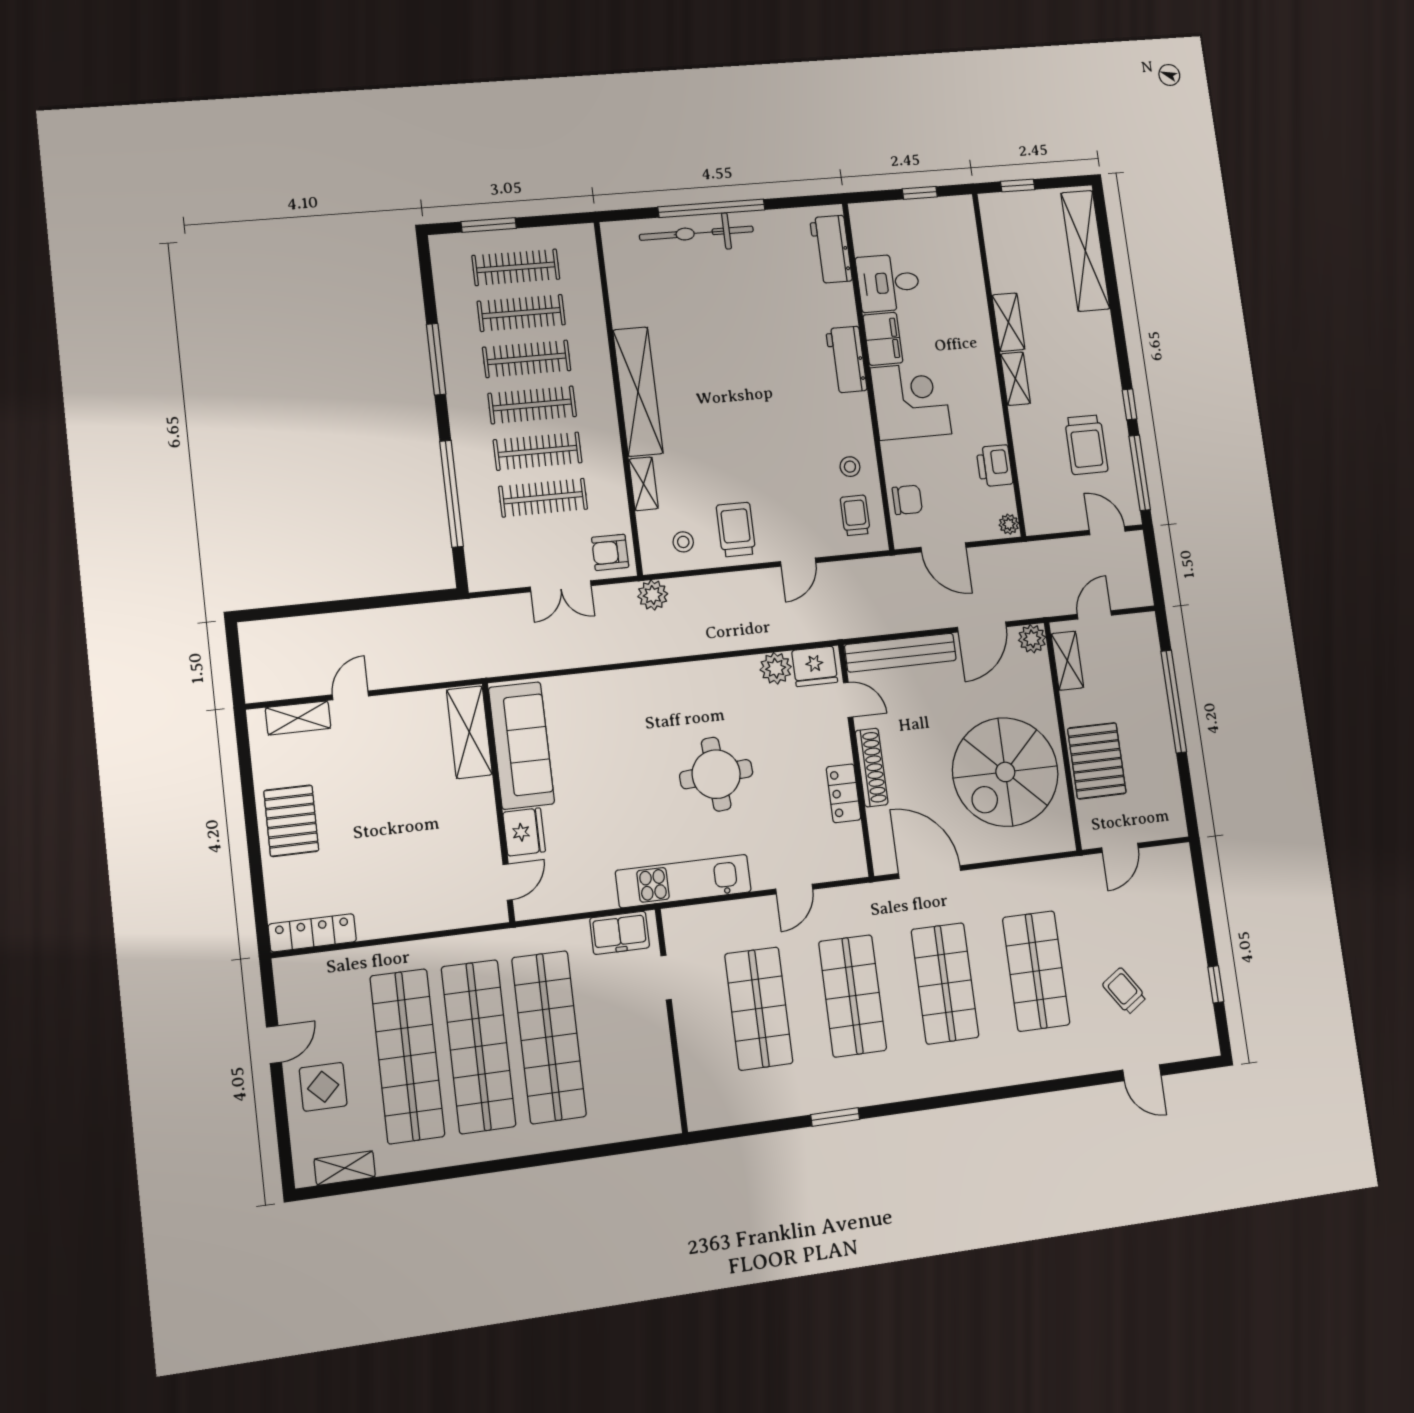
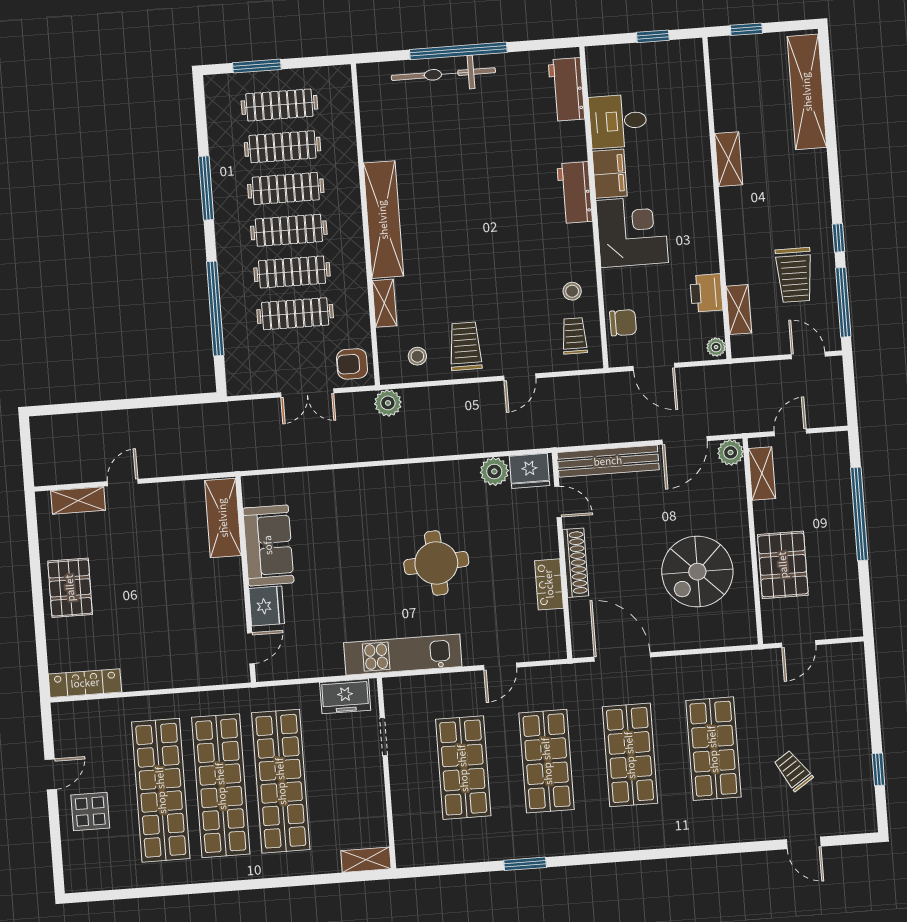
shelving: (1015, 379) -> (739, 310), moved
sofa: (521, 745) -> (268, 545), width x0.73
spiral stairs: (1005, 772) -> (697, 572), width x0.73, depth x0.73
shelving: (345, 1168) -> (366, 860), moved

